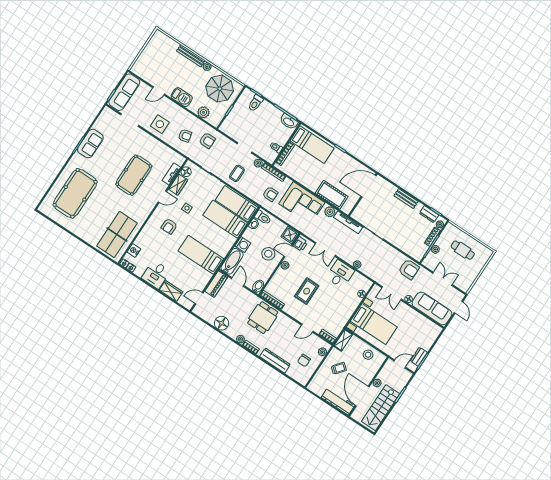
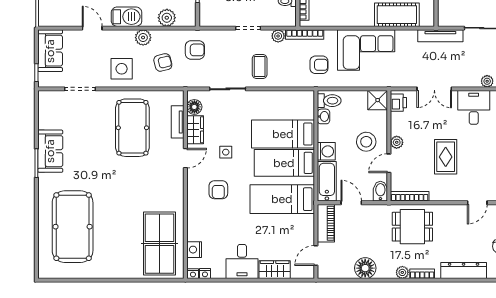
door: (159, 91) -> (92, 28), swing flipped
sofa: (124, 92) -> (50, 51), width x0.73
pool table: (134, 175) -> (132, 128), moved
bed: (236, 204) -> (284, 163), moved
plant: (330, 212) -> (143, 38), moved
door: (288, 251) -> (389, 163), moved
dining table: (263, 318) -> (412, 227), turned 90

